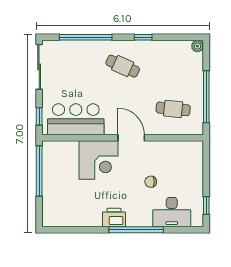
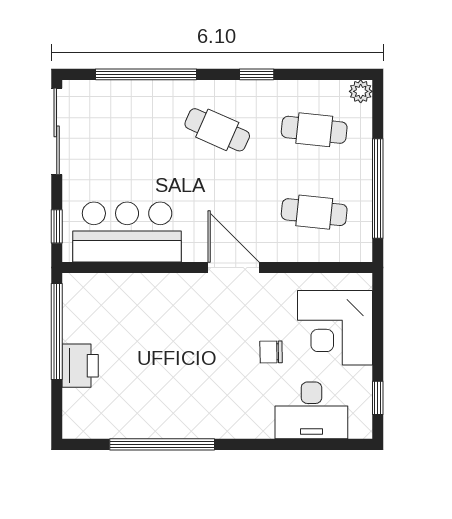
cafe table: (173, 66) -> (314, 130), added
corner desk: (98, 160) -> (335, 328), moved, turned 90
printer: (114, 218) -> (80, 366), moved, turned 90
window: (136, 230) -> (162, 444), moved

